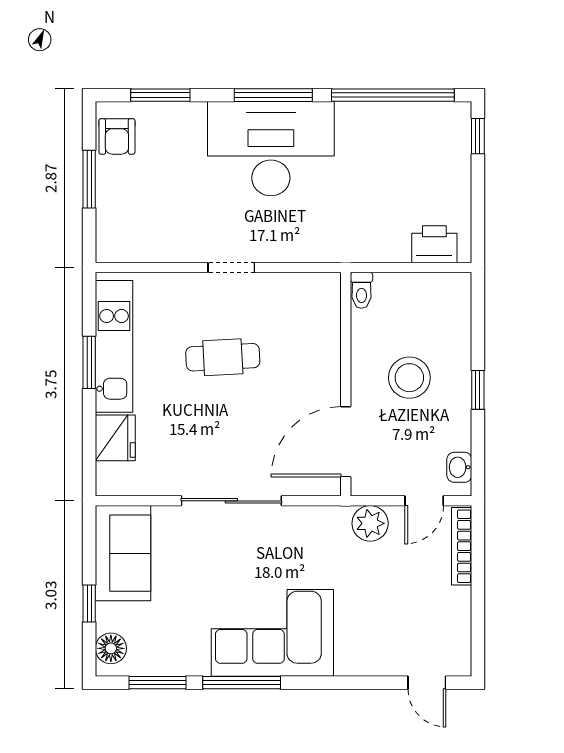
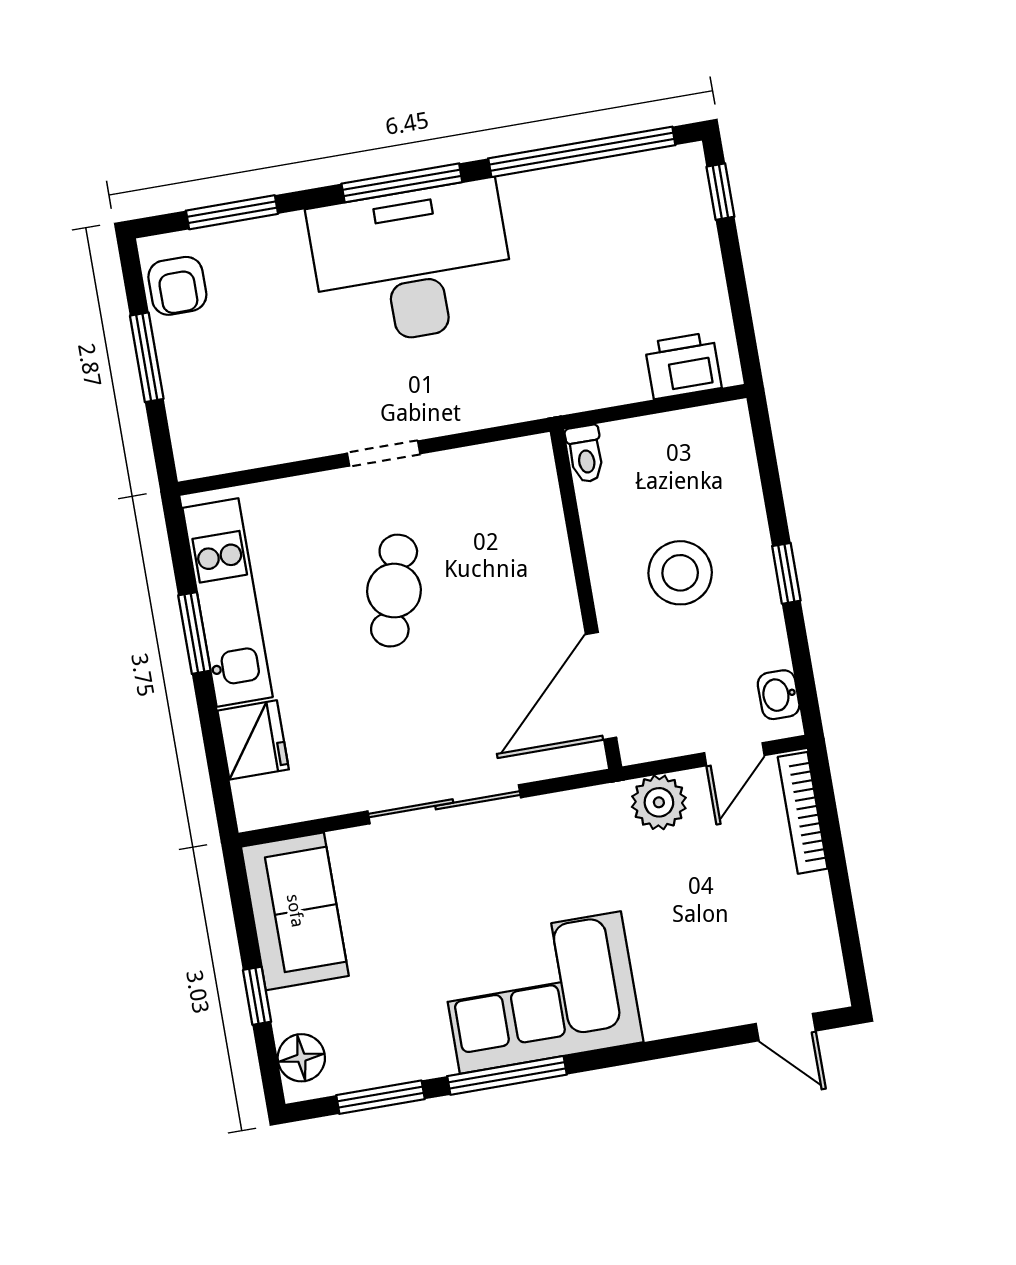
cafe table: (223, 357) -> (394, 591), turned -71

